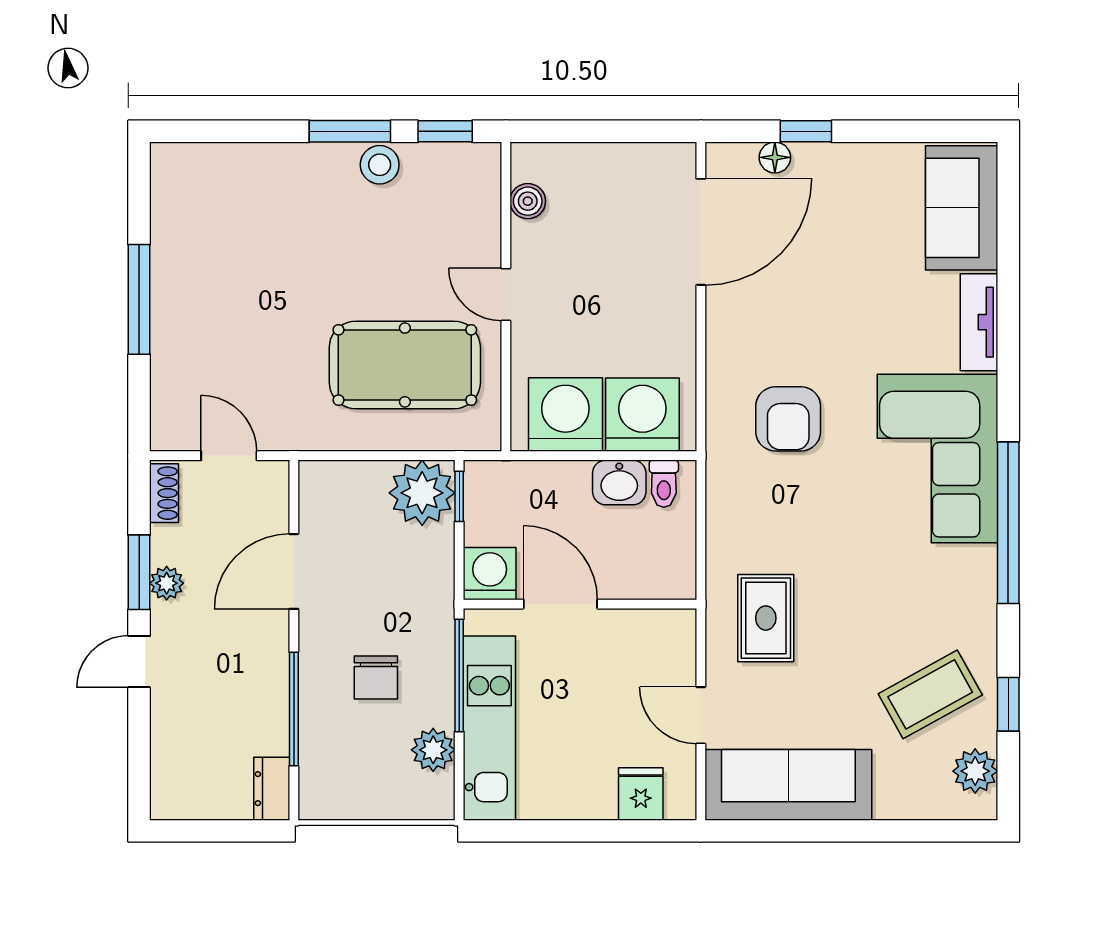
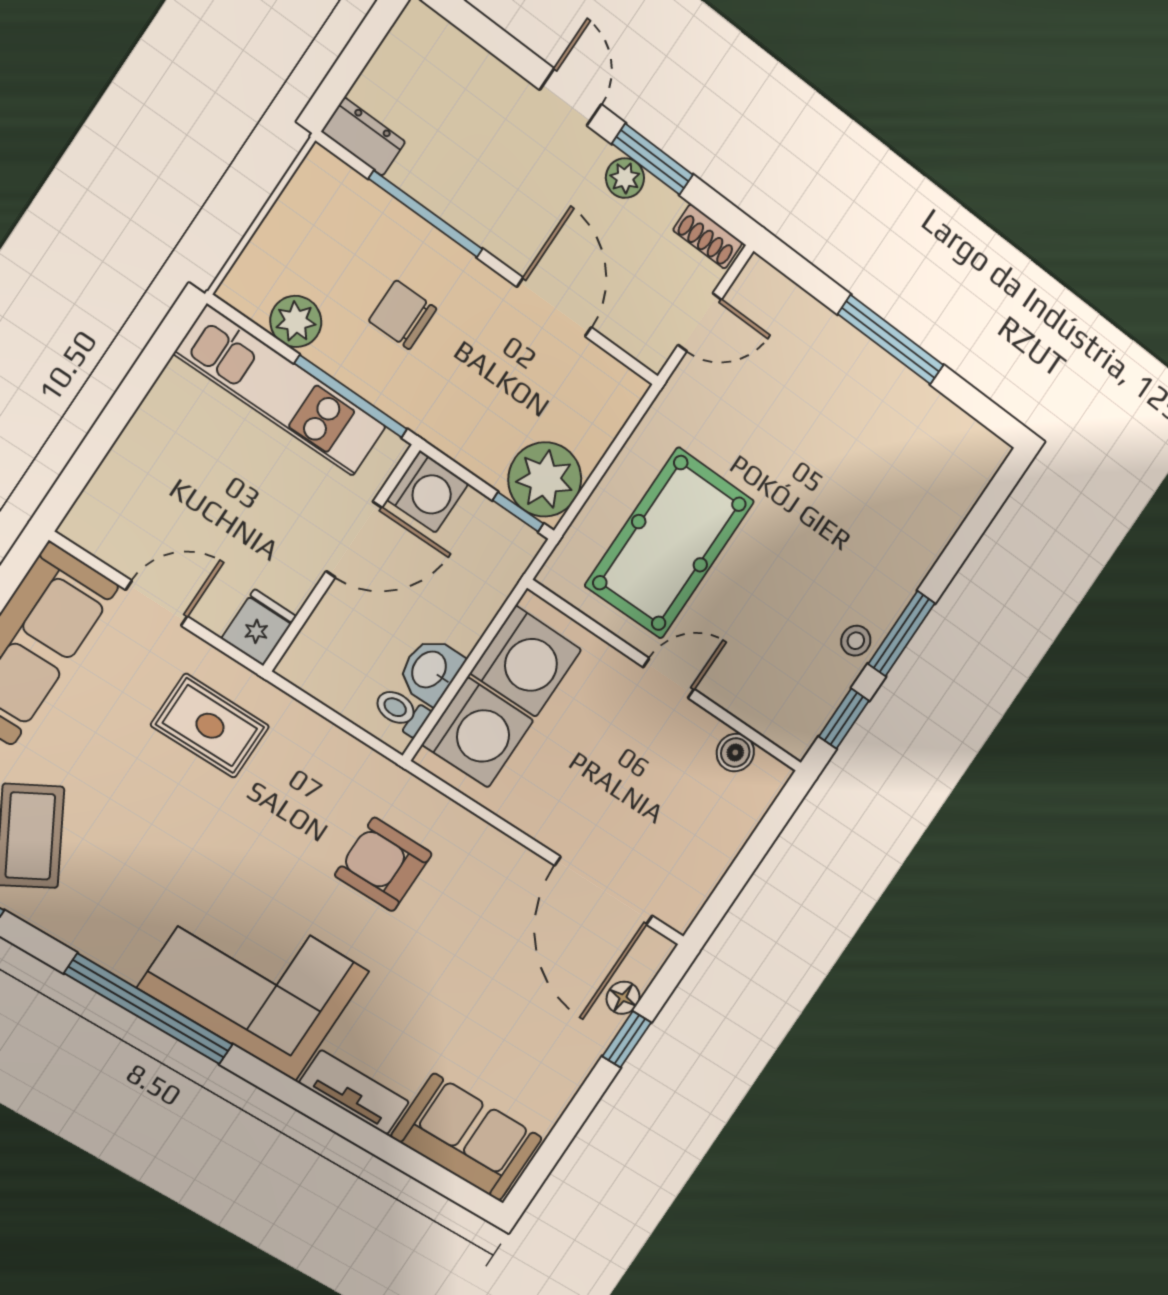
stool: (380, 165) -> (856, 641), width x0.73, depth x0.73
fridge: (641, 794) -> (259, 627), moved, turned -90

